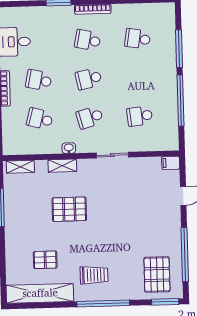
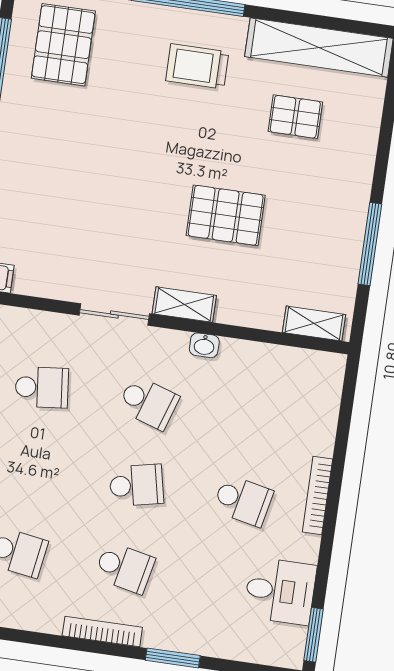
school desk: (90, 117) -> (148, 403), turned 33
school desk: (40, 119) -> (255, 418), removed
shelving: (62, 166) -> (184, 305), moved

